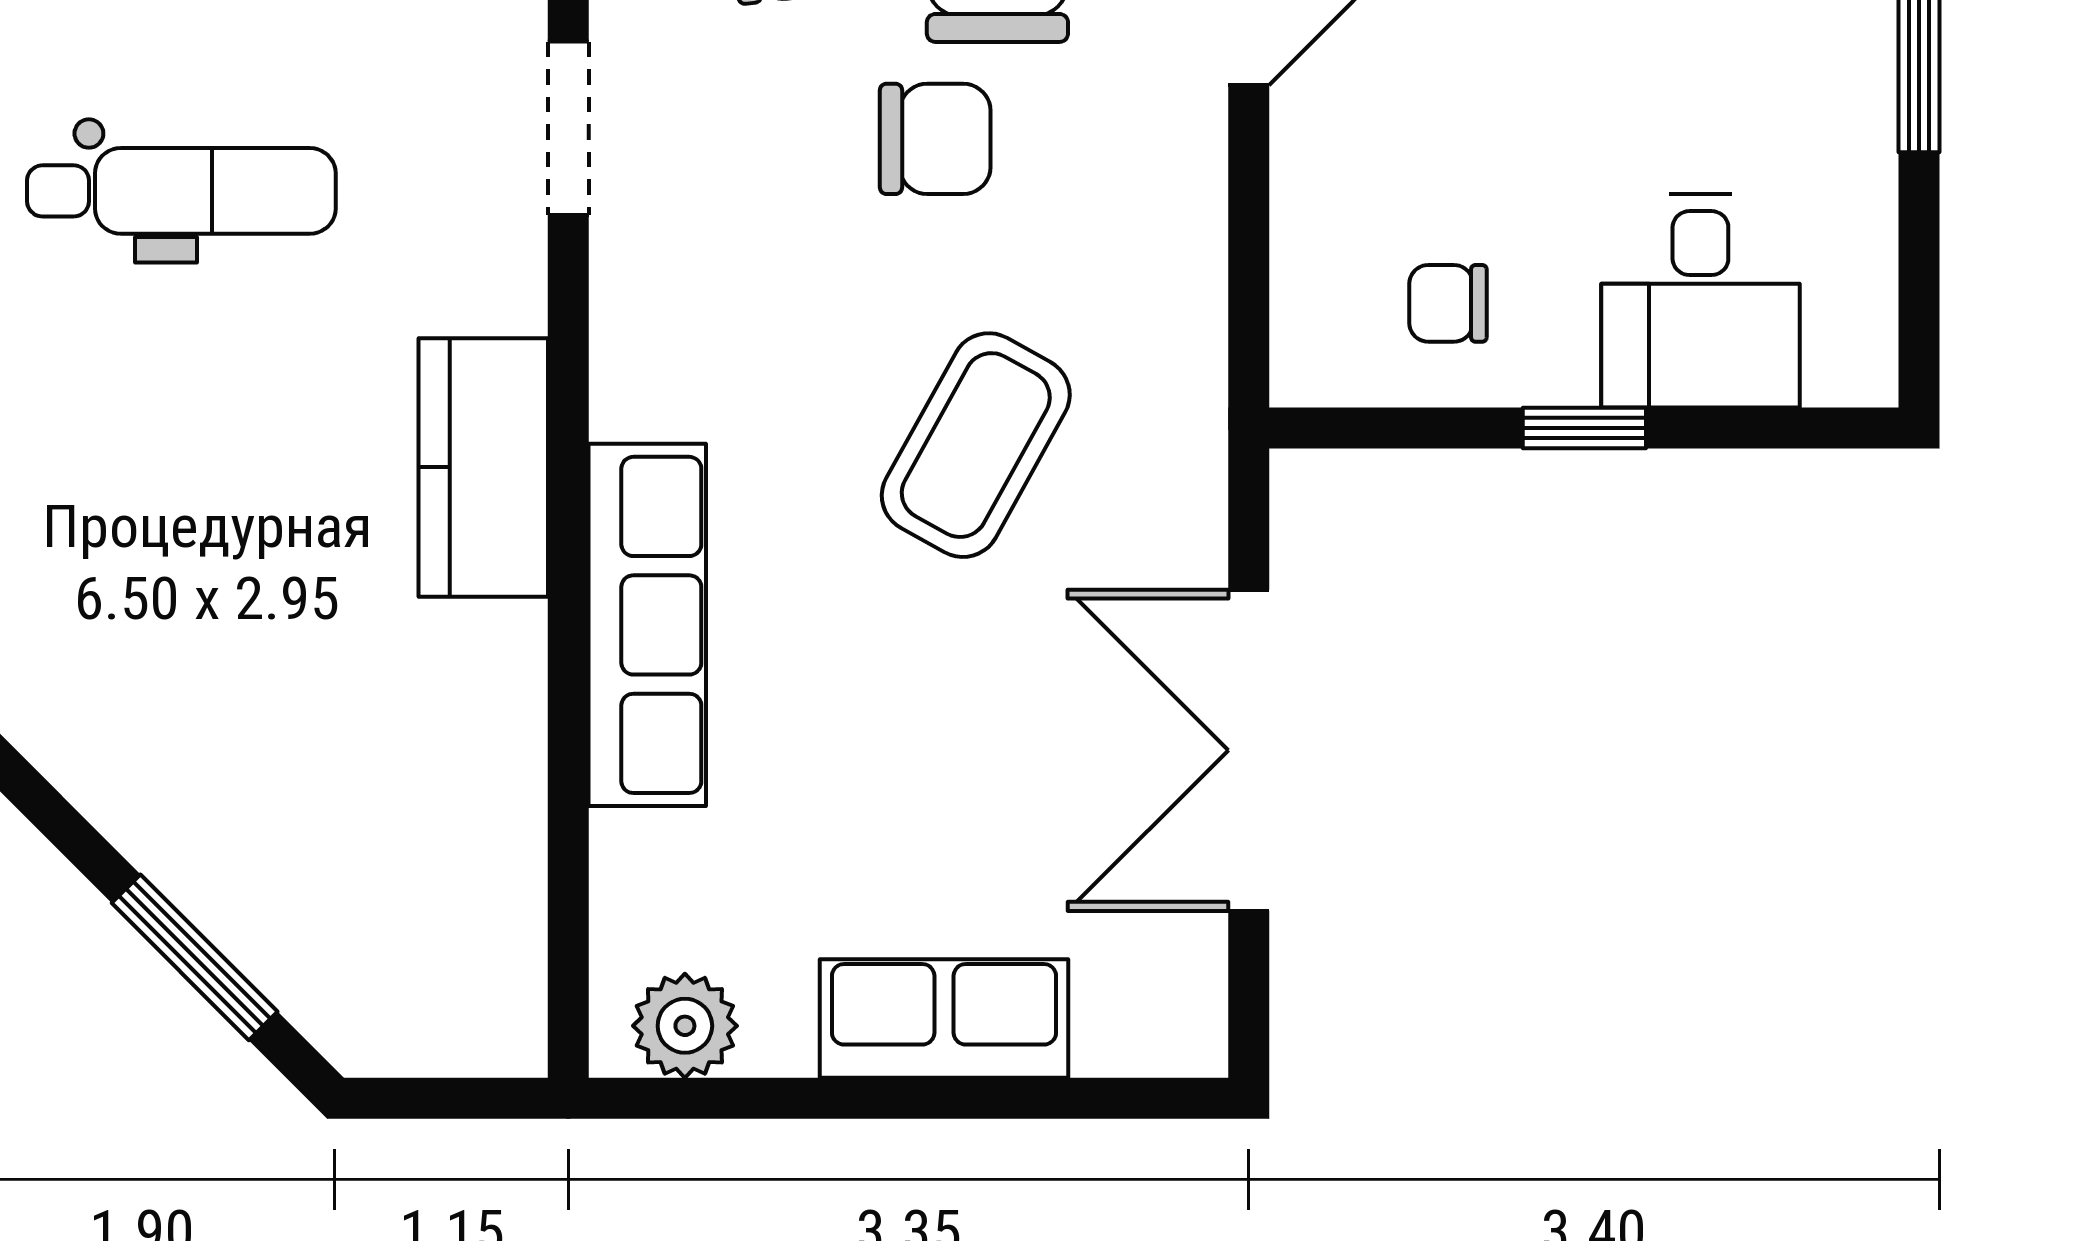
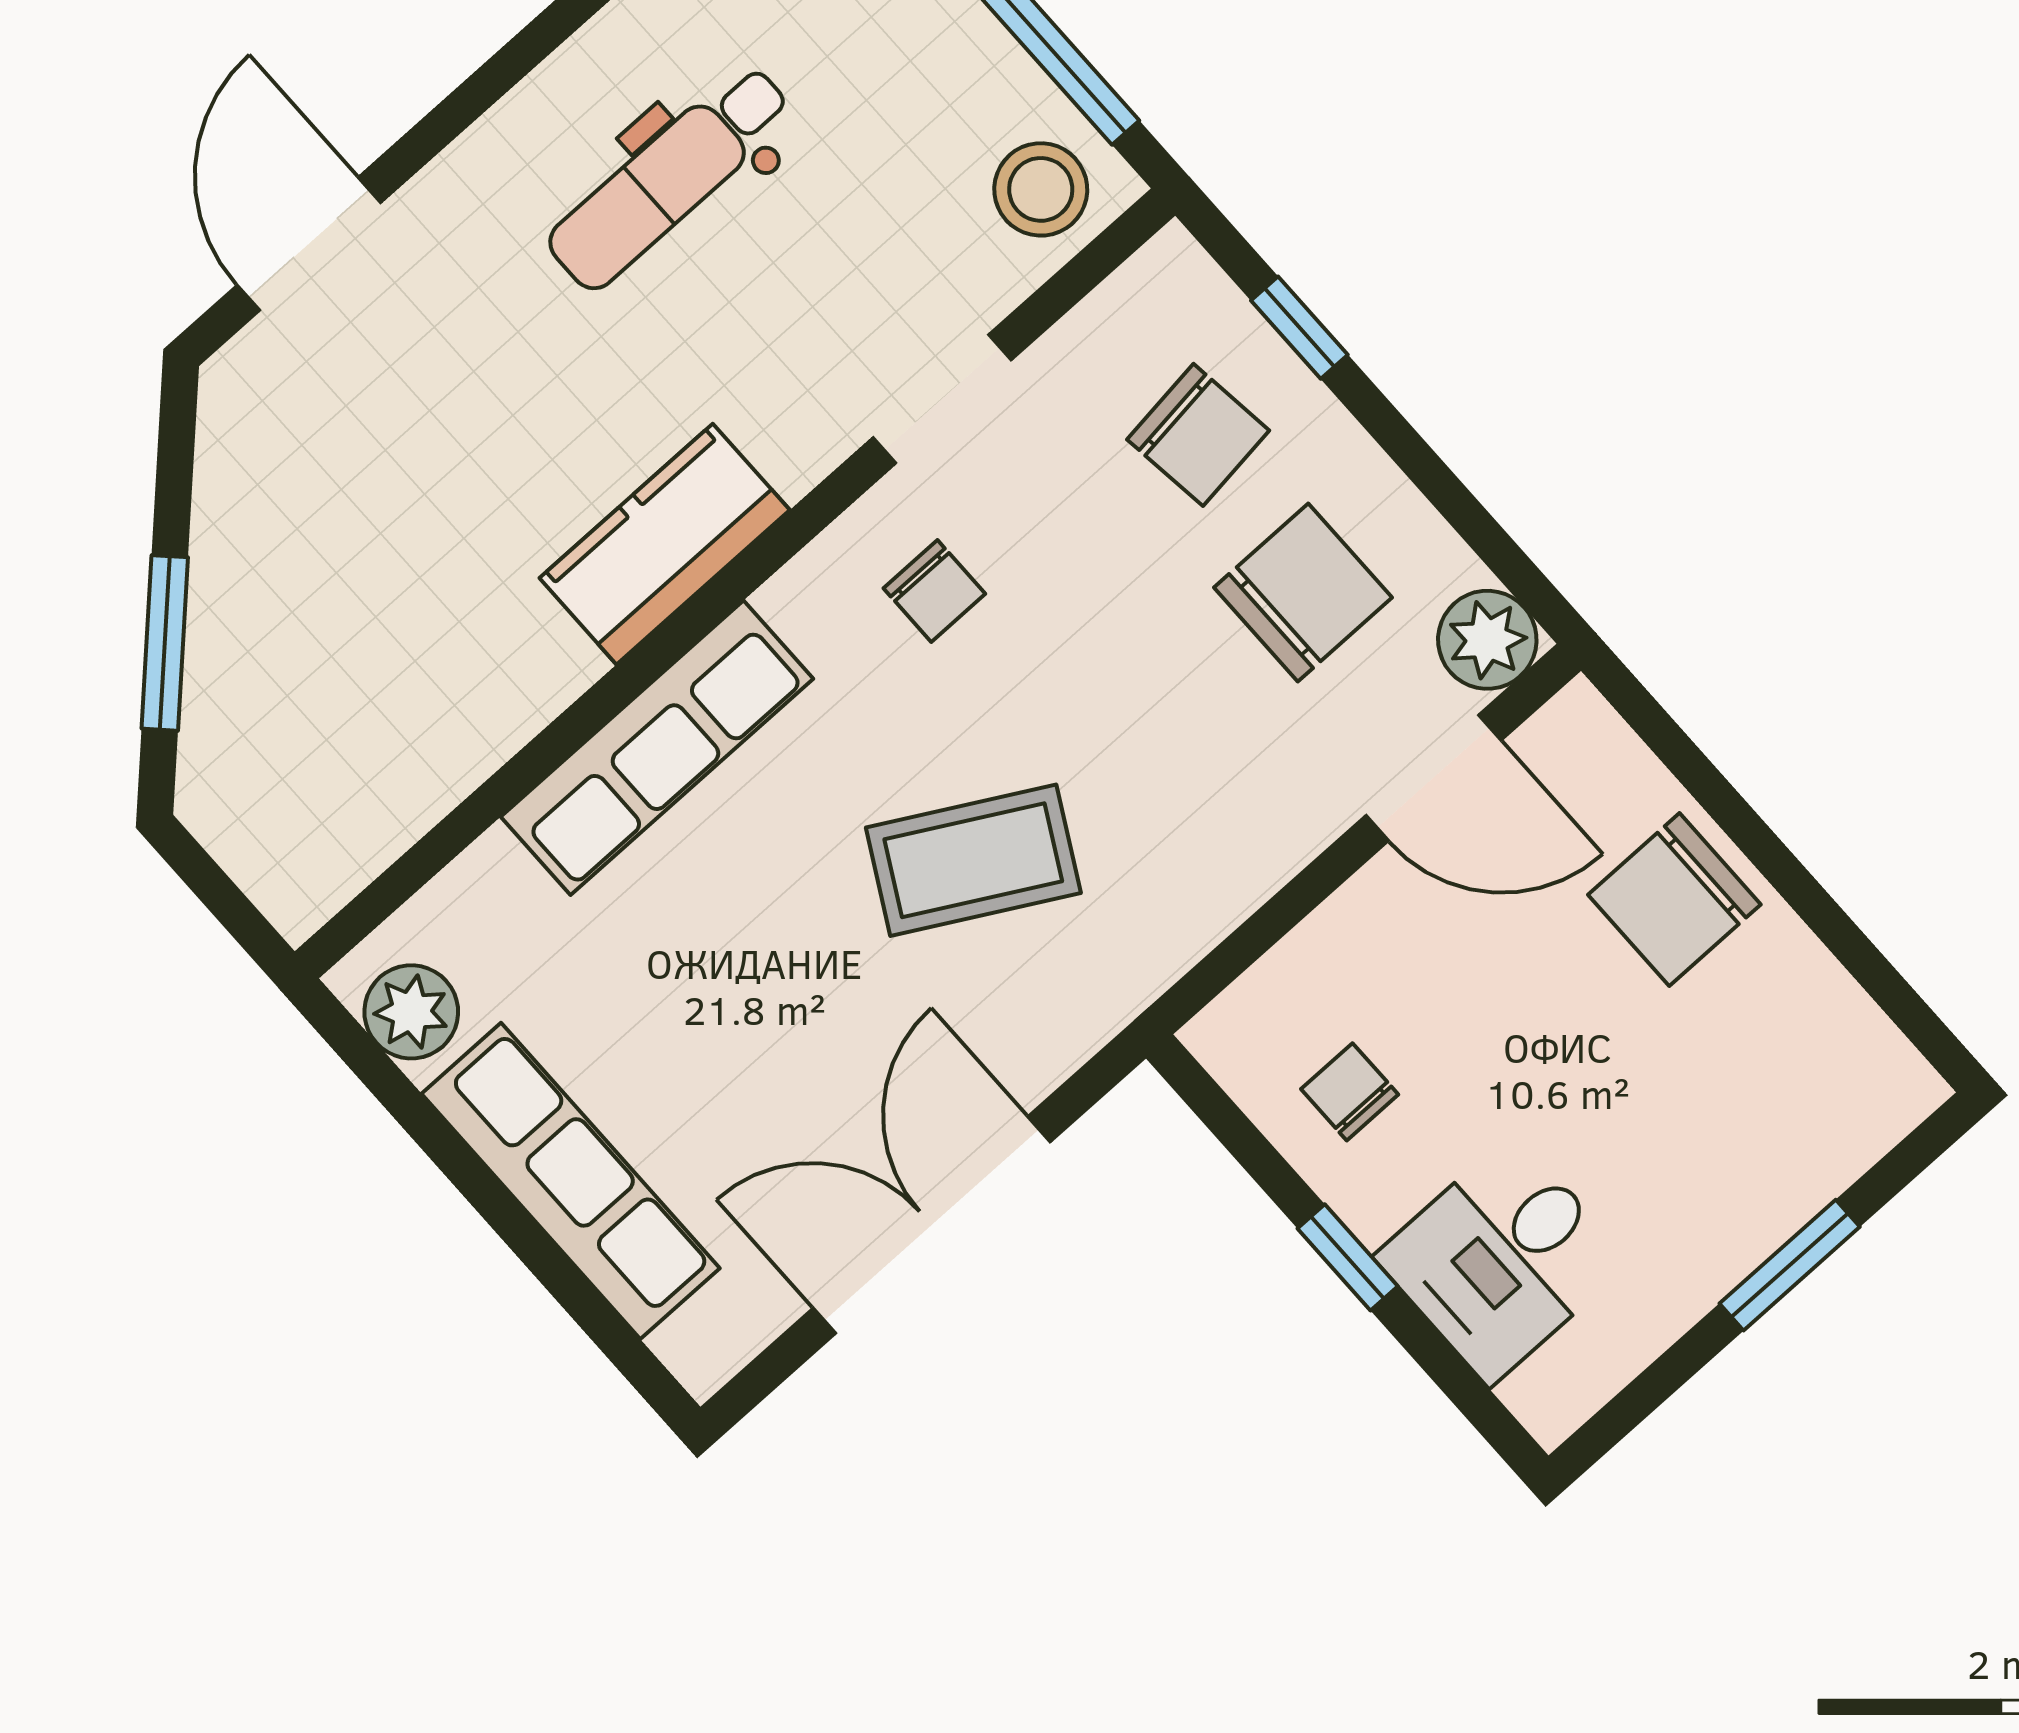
chair: (935, 139) -> (934, 591), moved, width x0.73, depth x0.73
dental chair: (181, 191) -> (670, 177), turned 90
row of seats: (944, 1019) -> (571, 1181), width x1.48

